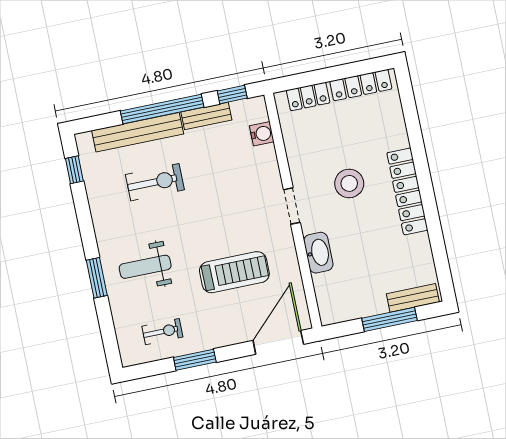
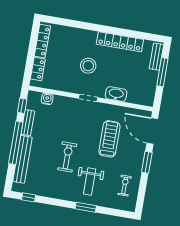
exercise bike: (155, 182) -> (67, 157), moved
locker: (407, 191) -> (120, 42), moved
window: (195, 360) -> (147, 162), moved

